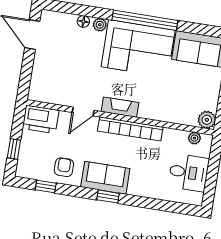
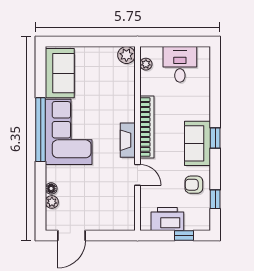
plant: (100, 25) -> (52, 202), moved
printer: (41, 119) -> (167, 219), moved, turned -90

